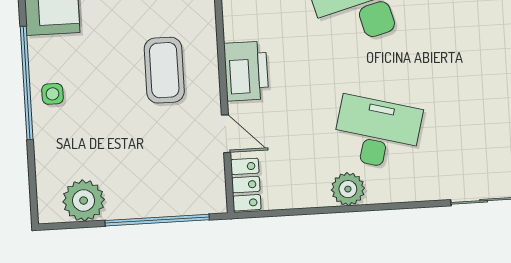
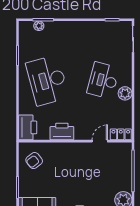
coffee table: (164, 70) -> (73, 164), removed
printer: (246, 71) -> (62, 131), moved

